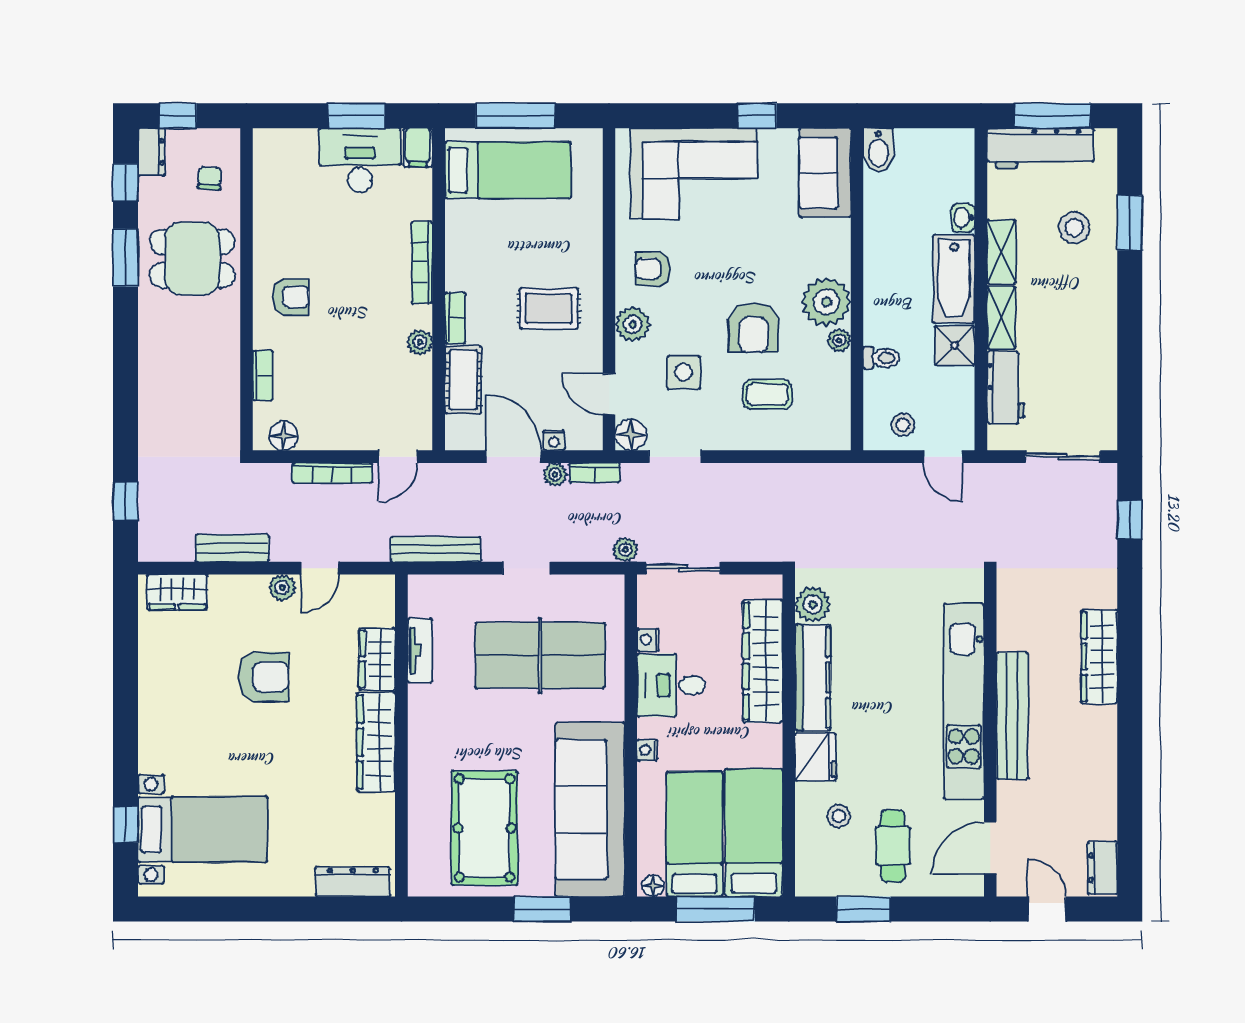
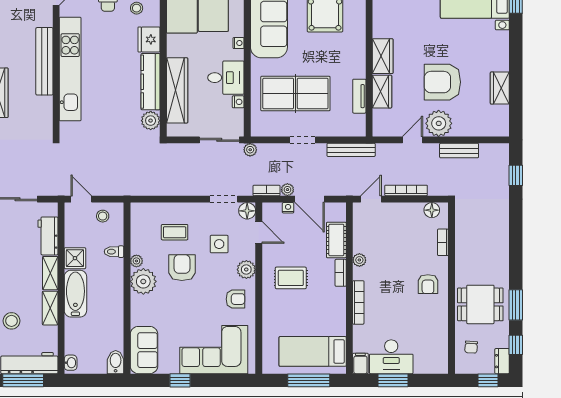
washbasin: (963, 218) -> (71, 363), moved
armchair: (291, 297) -> (428, 284), turned -90
plant: (282, 588) -> (439, 123), width x1.88, depth x1.88
wardrobe: (177, 592) -> (500, 88), moved, turned -90
armchair: (264, 677) -> (442, 82), width x1.36, depth x1.36
wardrobe: (376, 742) -> (383, 56), width x0.67

